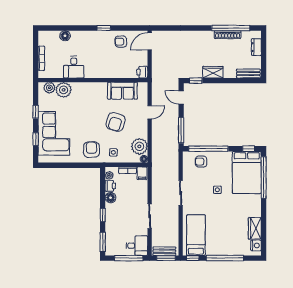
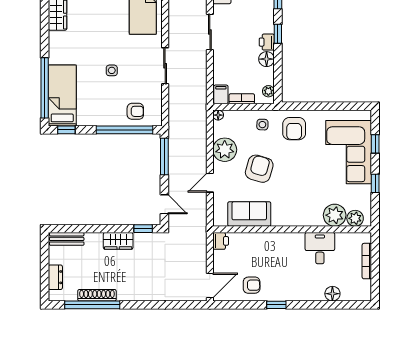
plant: (139, 146) -> (225, 150), moved
bed: (247, 172) -> (62, 96), width x0.67
printer: (110, 186) -> (267, 42), moved

